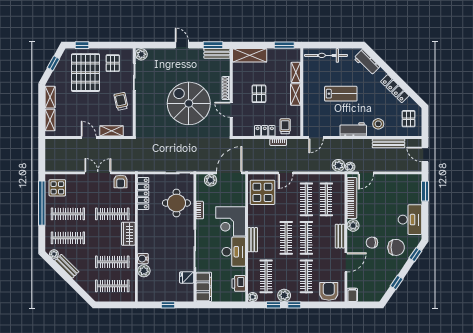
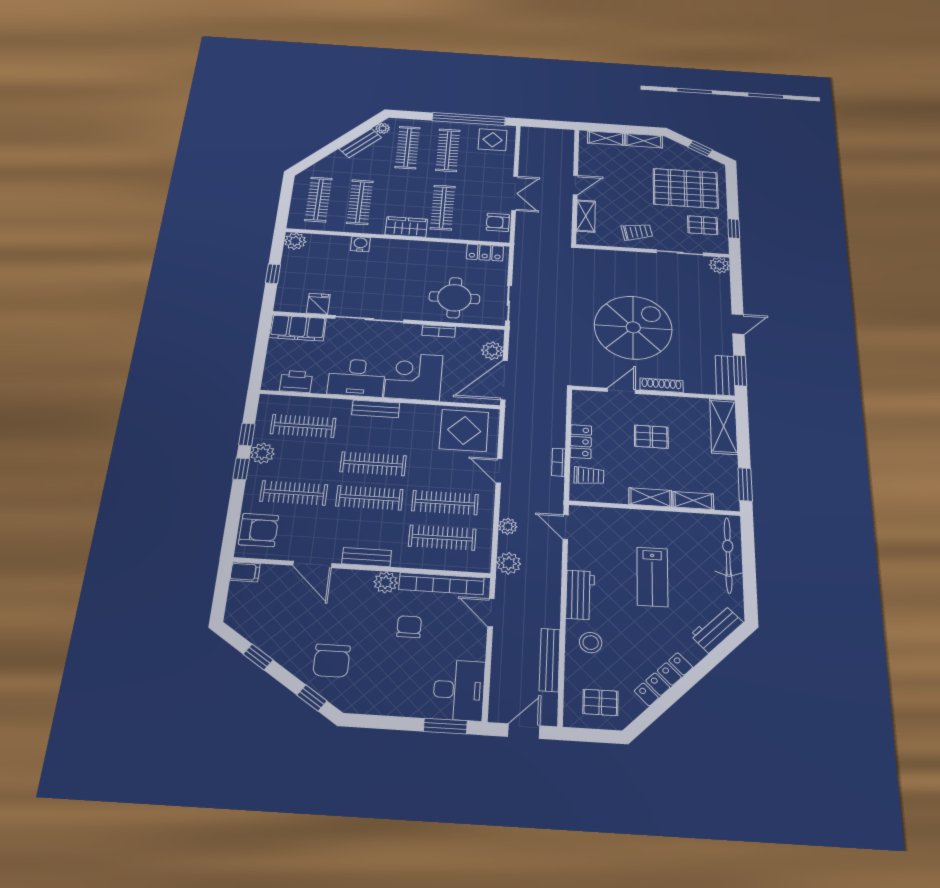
window: (82, 45) -> (734, 229), moved
plant: (350, 167) -> (508, 526), moved
door: (229, 173) -> (504, 380), swing flipped
locker: (143, 194) -> (485, 253), width x0.66
desk: (410, 220) -> (459, 690), moved, turned -90
chair: (372, 243) -> (409, 627), moved
plant: (144, 271) -> (295, 241), moved
plant: (253, 297) -> (267, 402), removed

